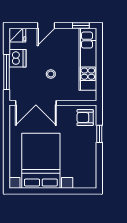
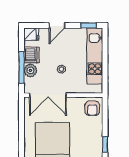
plant: (16, 75) -> (30, 70), added
armchair: (85, 118) -> (92, 108), turned -90
window: (99, 134) -> (105, 144), moved

